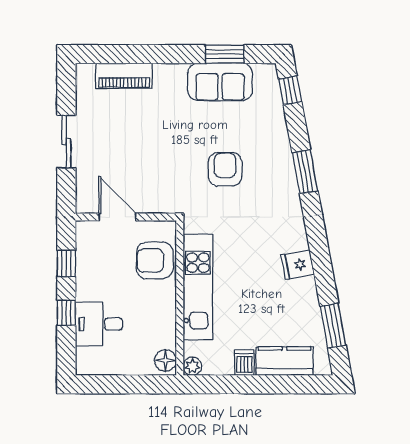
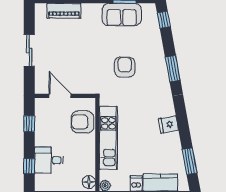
window: (66, 313) -> (29, 166), moved

